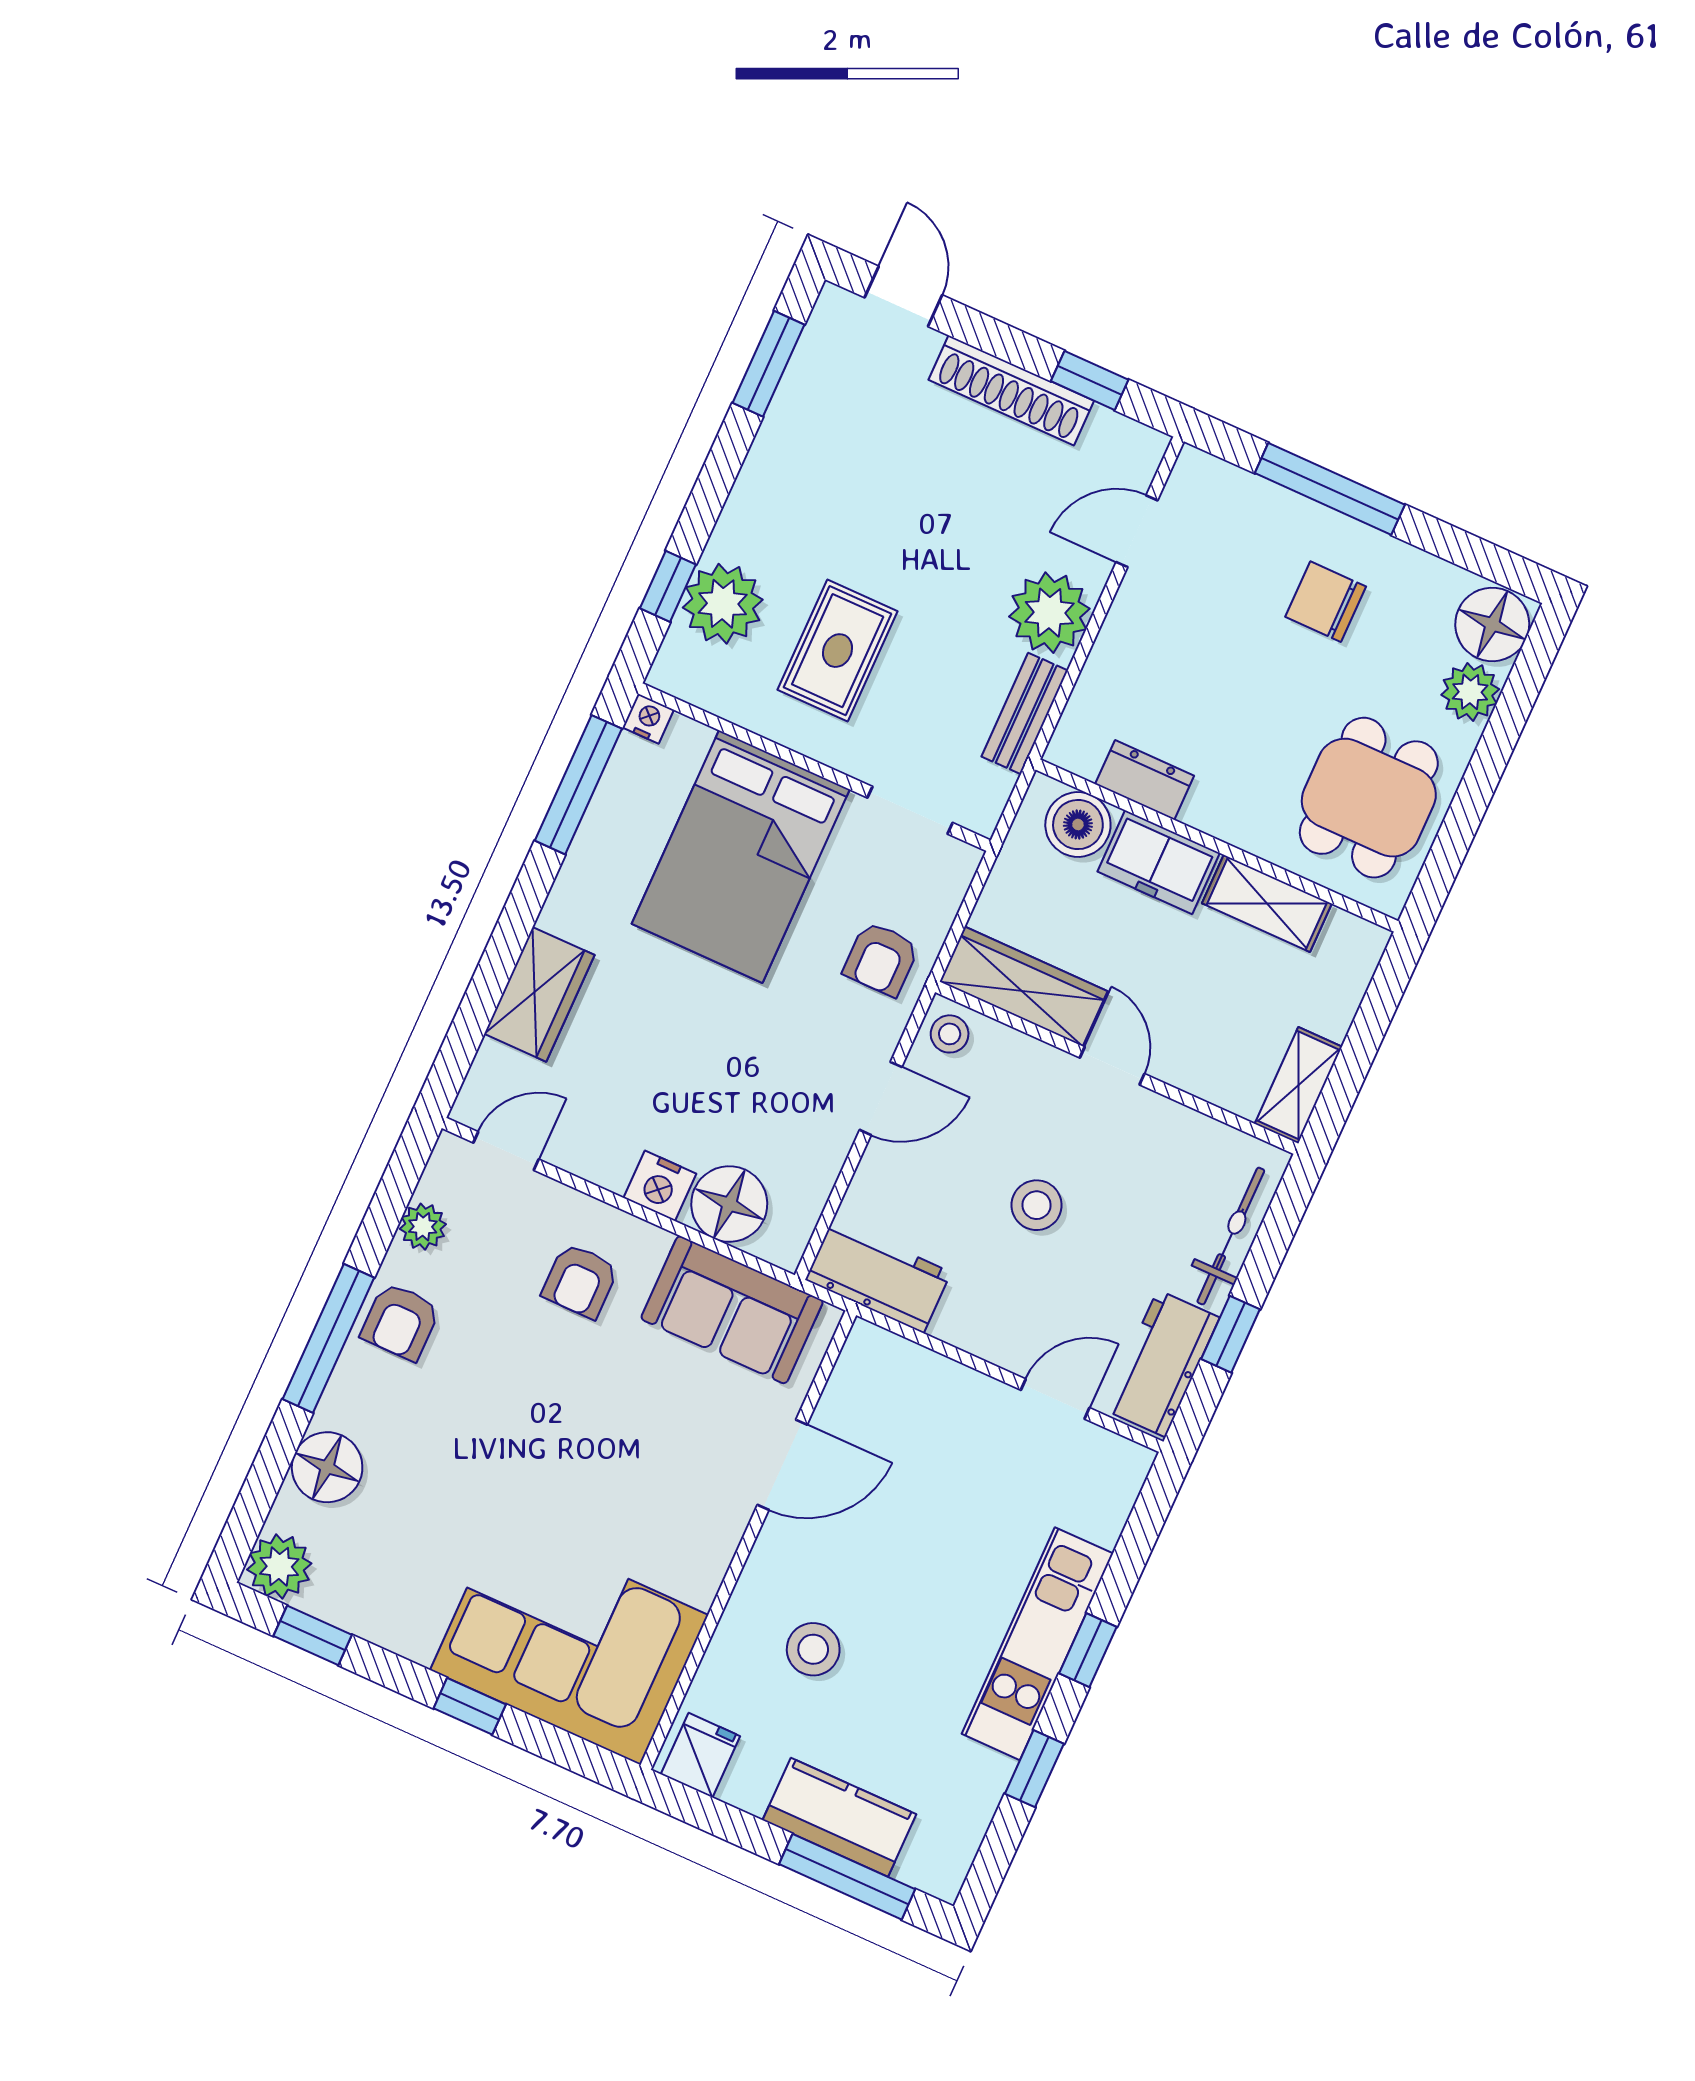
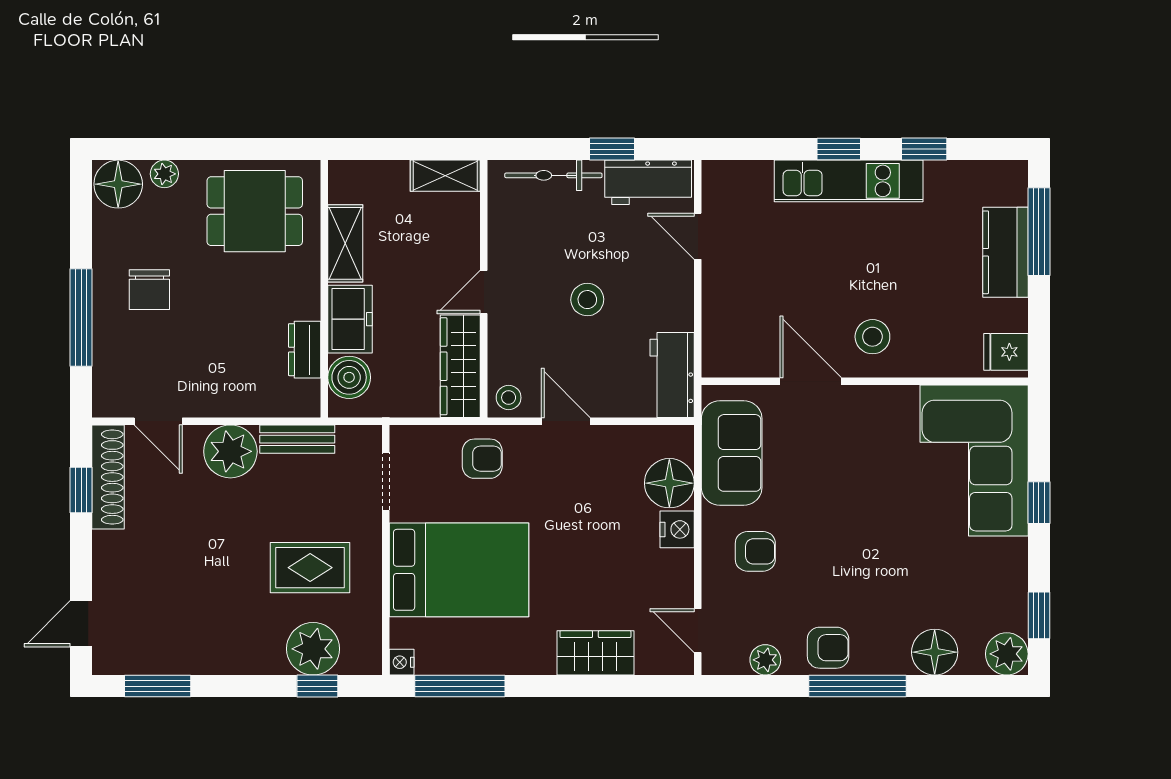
shoe rack: (1011, 390) -> (108, 477), moved
plant: (1470, 692) -> (164, 174), width x0.73, depth x0.73
stool: (813, 1649) -> (872, 337), moved

